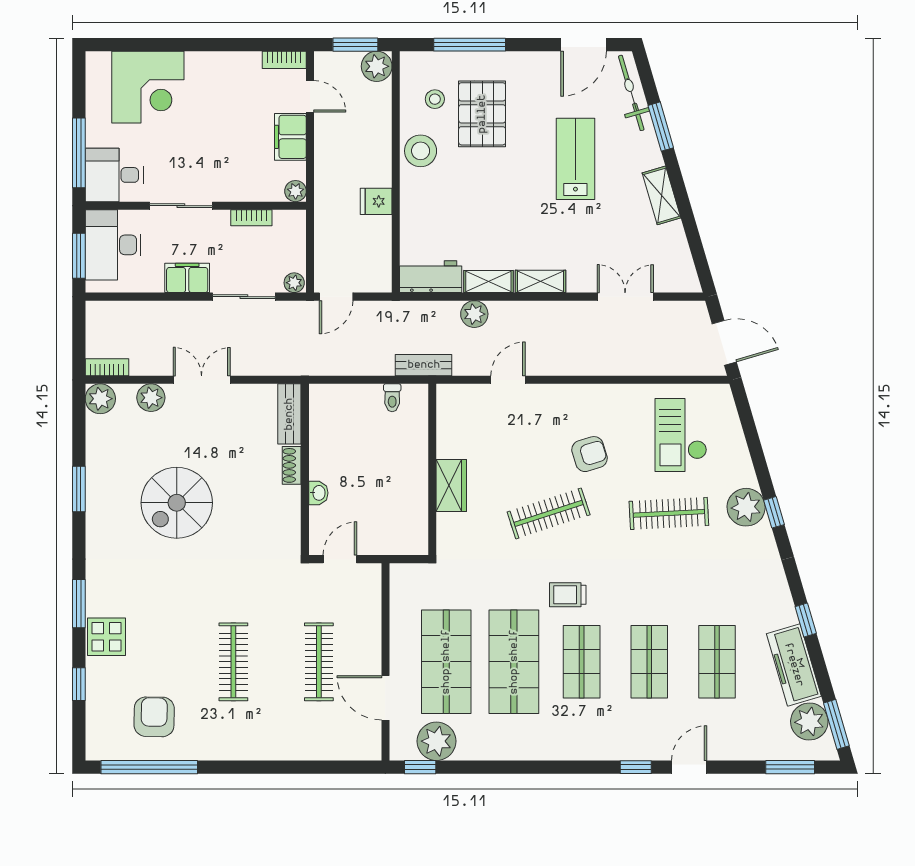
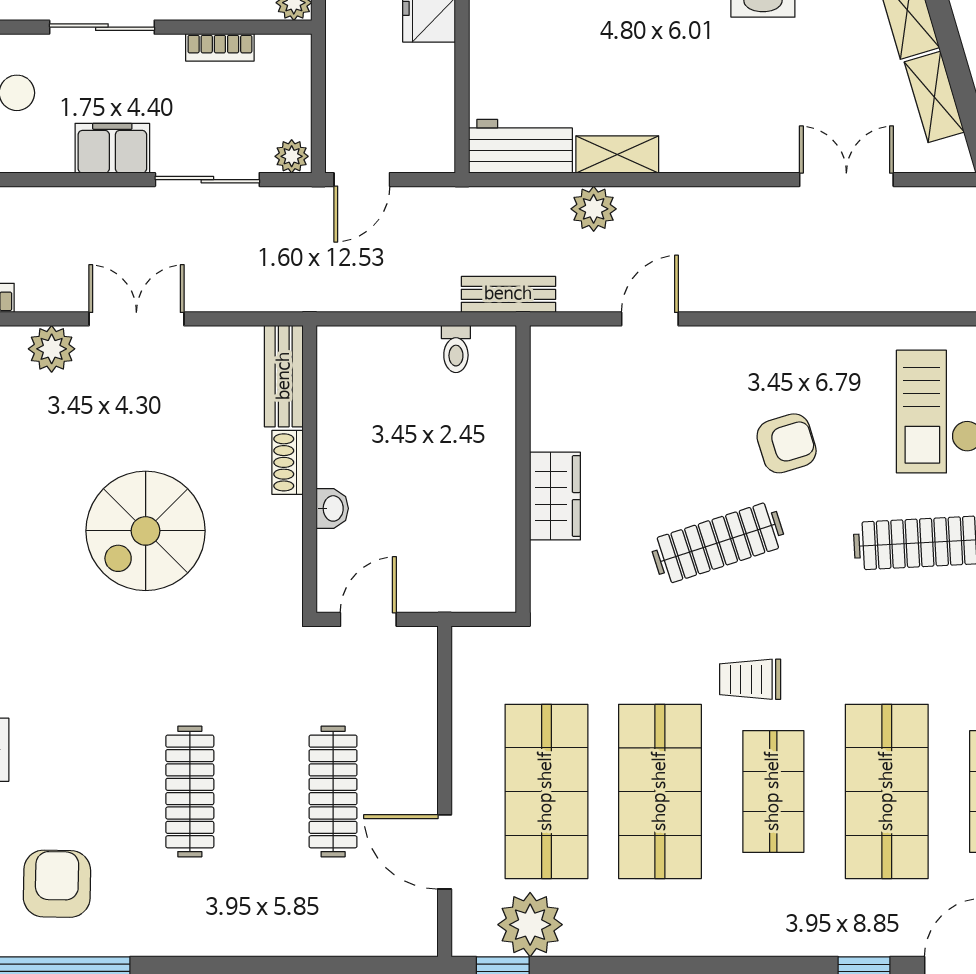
shelving: (540, 281) -> (934, 97), moved, turned 74
spiral stairs: (177, 503) -> (146, 531), moved
shop shelf: (649, 662) -> (887, 791), width x1.43, depth x1.36

